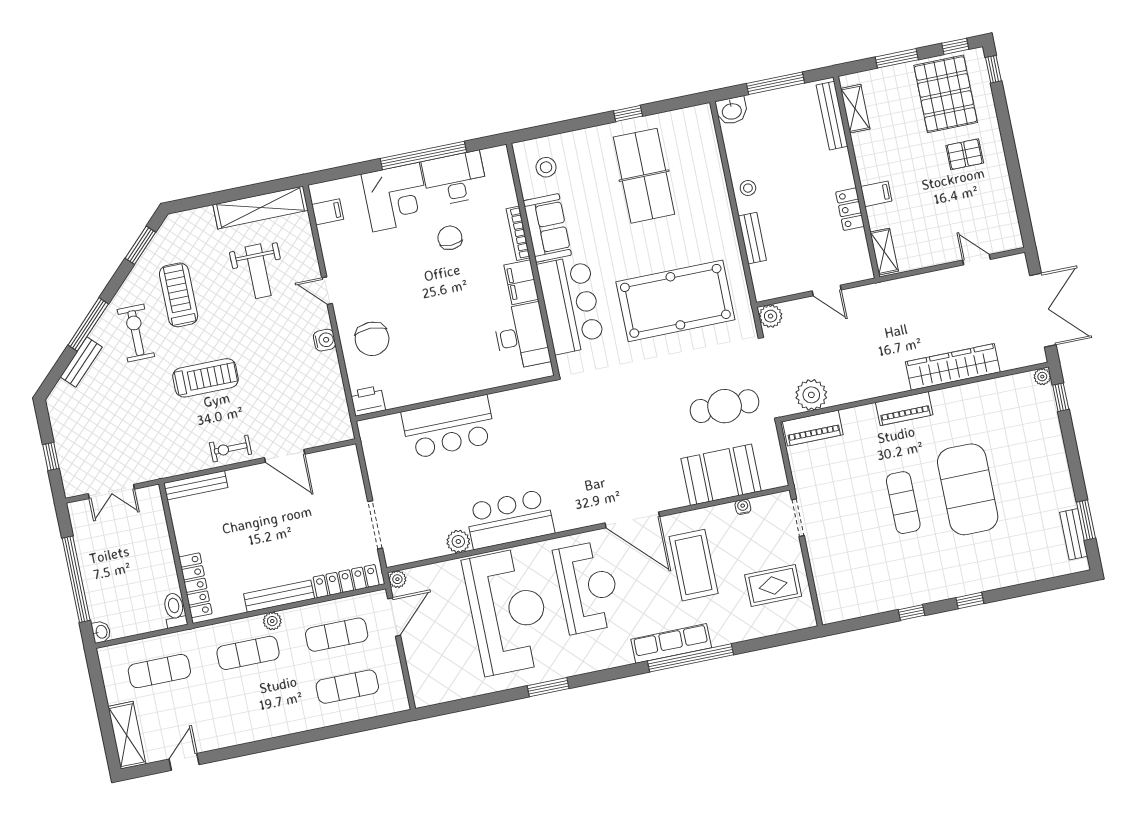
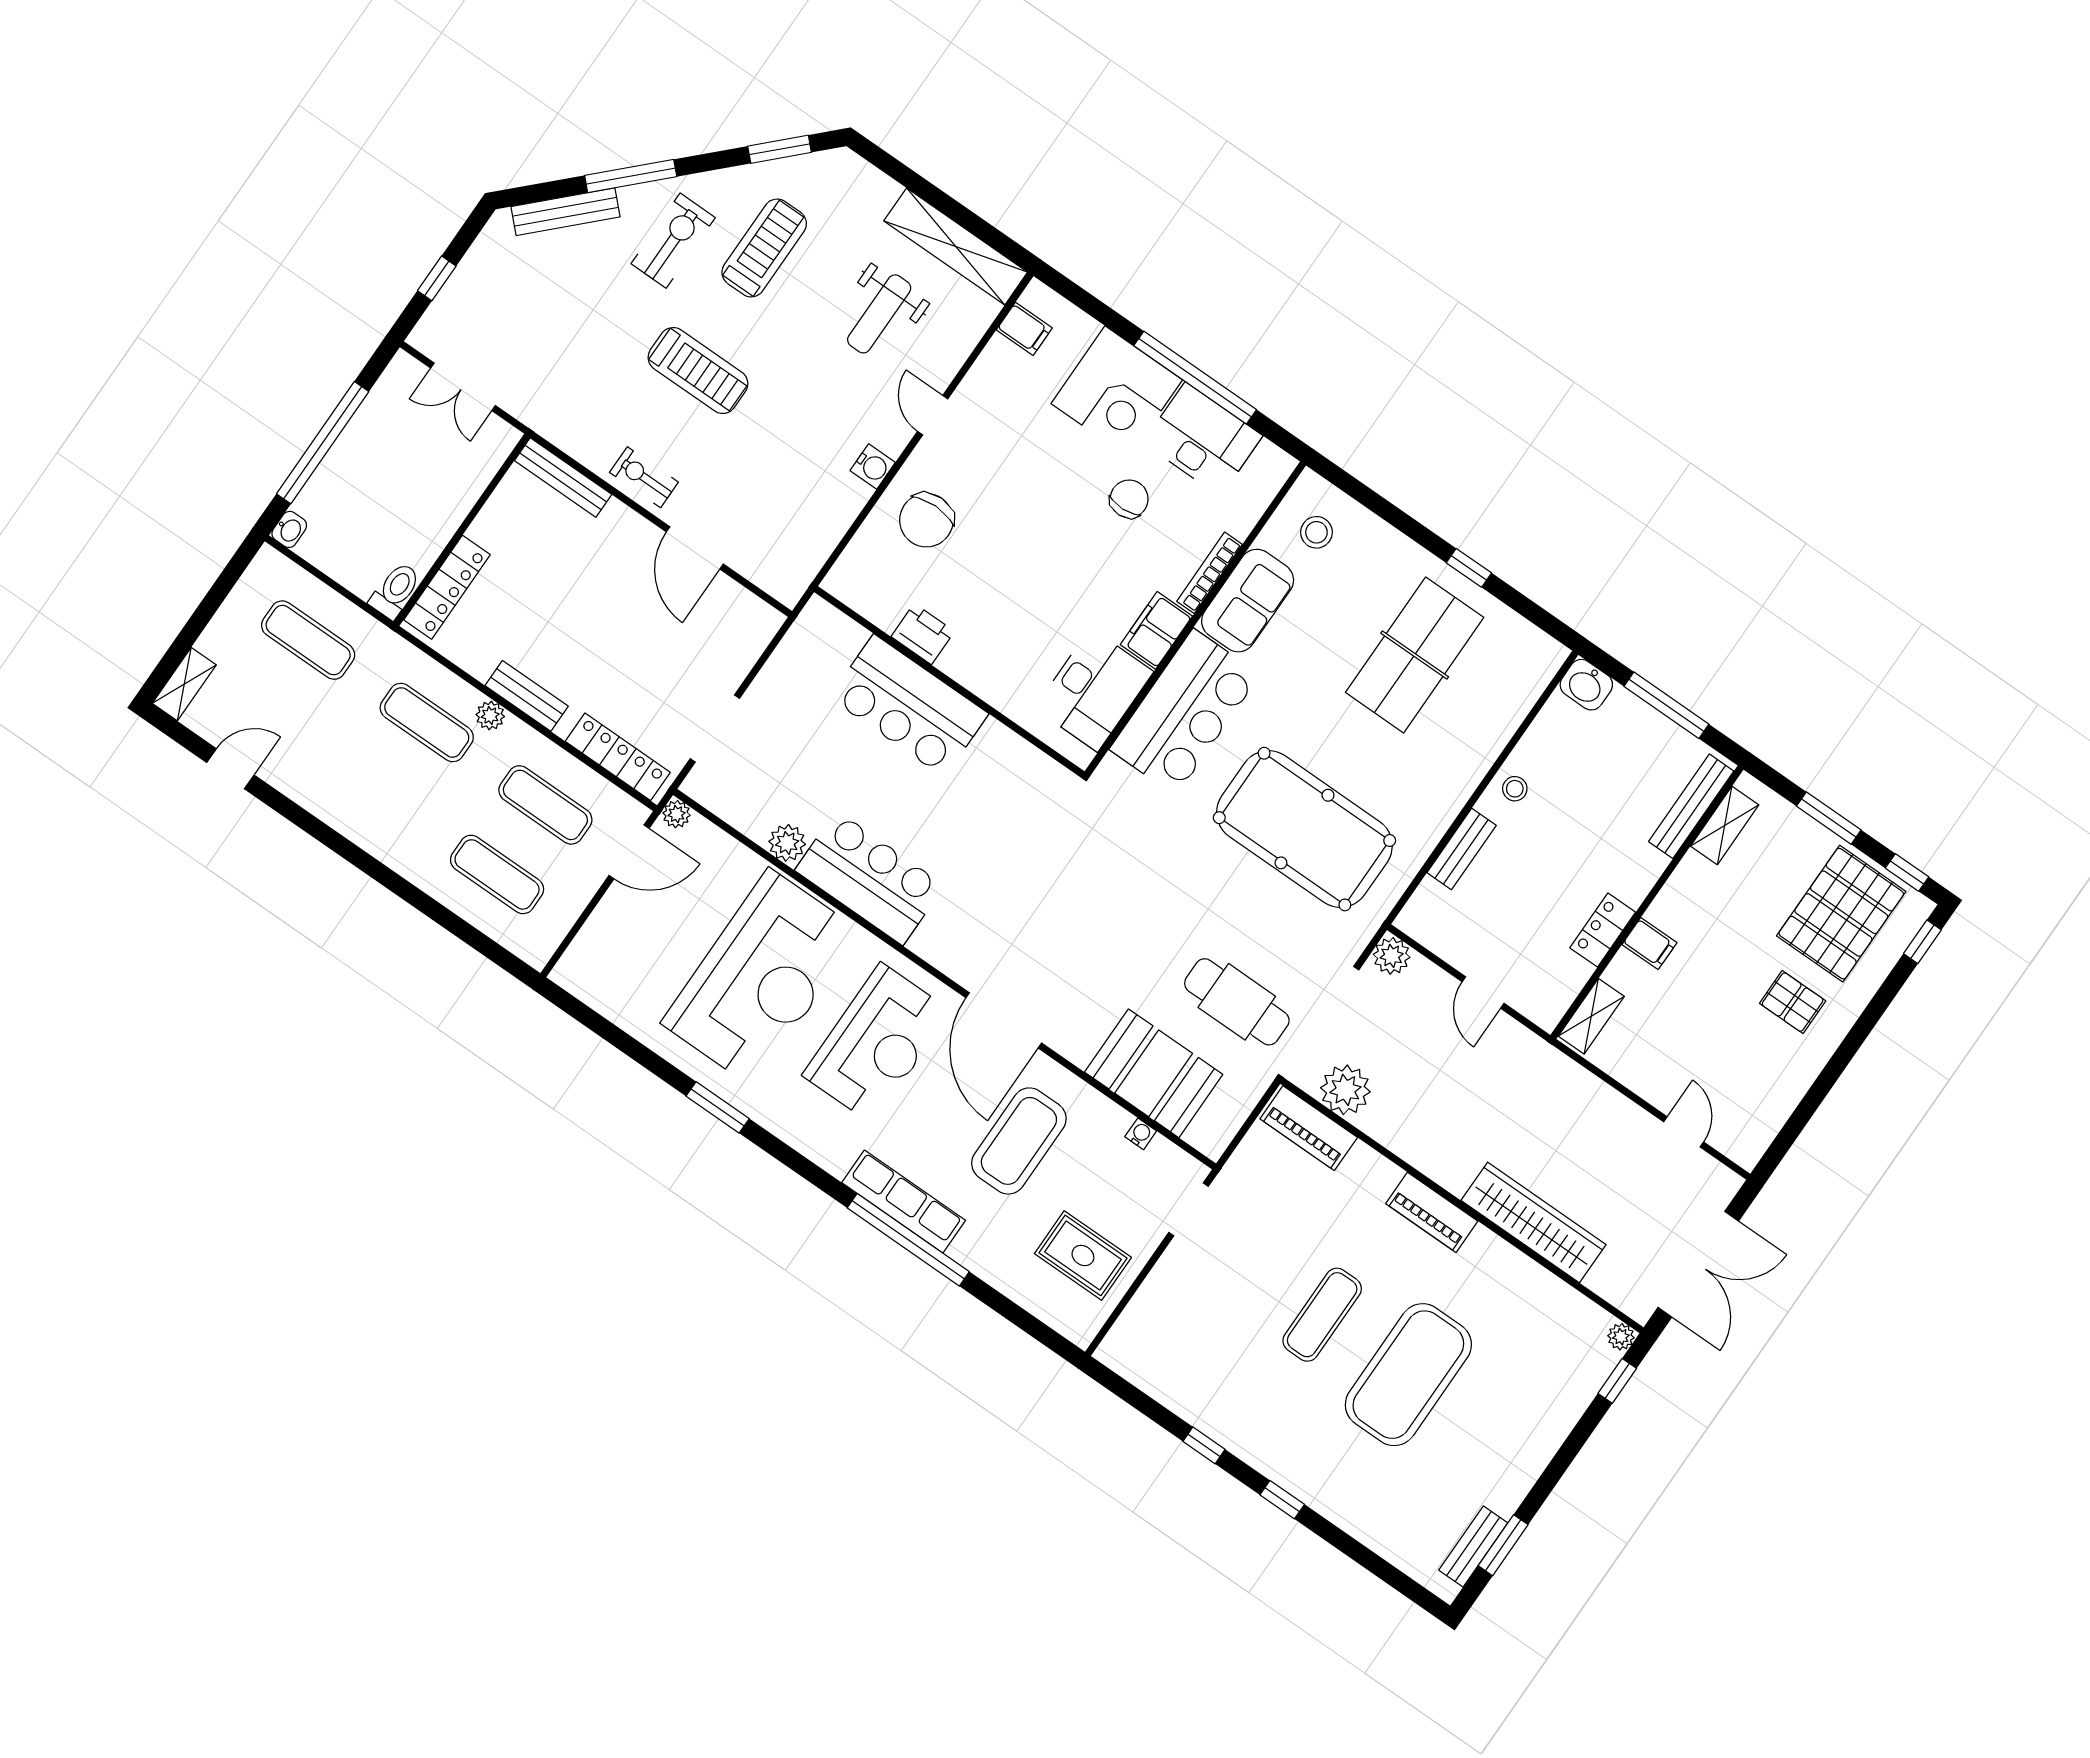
bench: (81, 362) -> (566, 212), width x1.36
printer: (368, 401) -> (923, 634), moved
bench: (279, 596) -> (527, 696), width x0.73
shelving: (127, 735) -> (184, 684), width x0.67, depth x0.75

